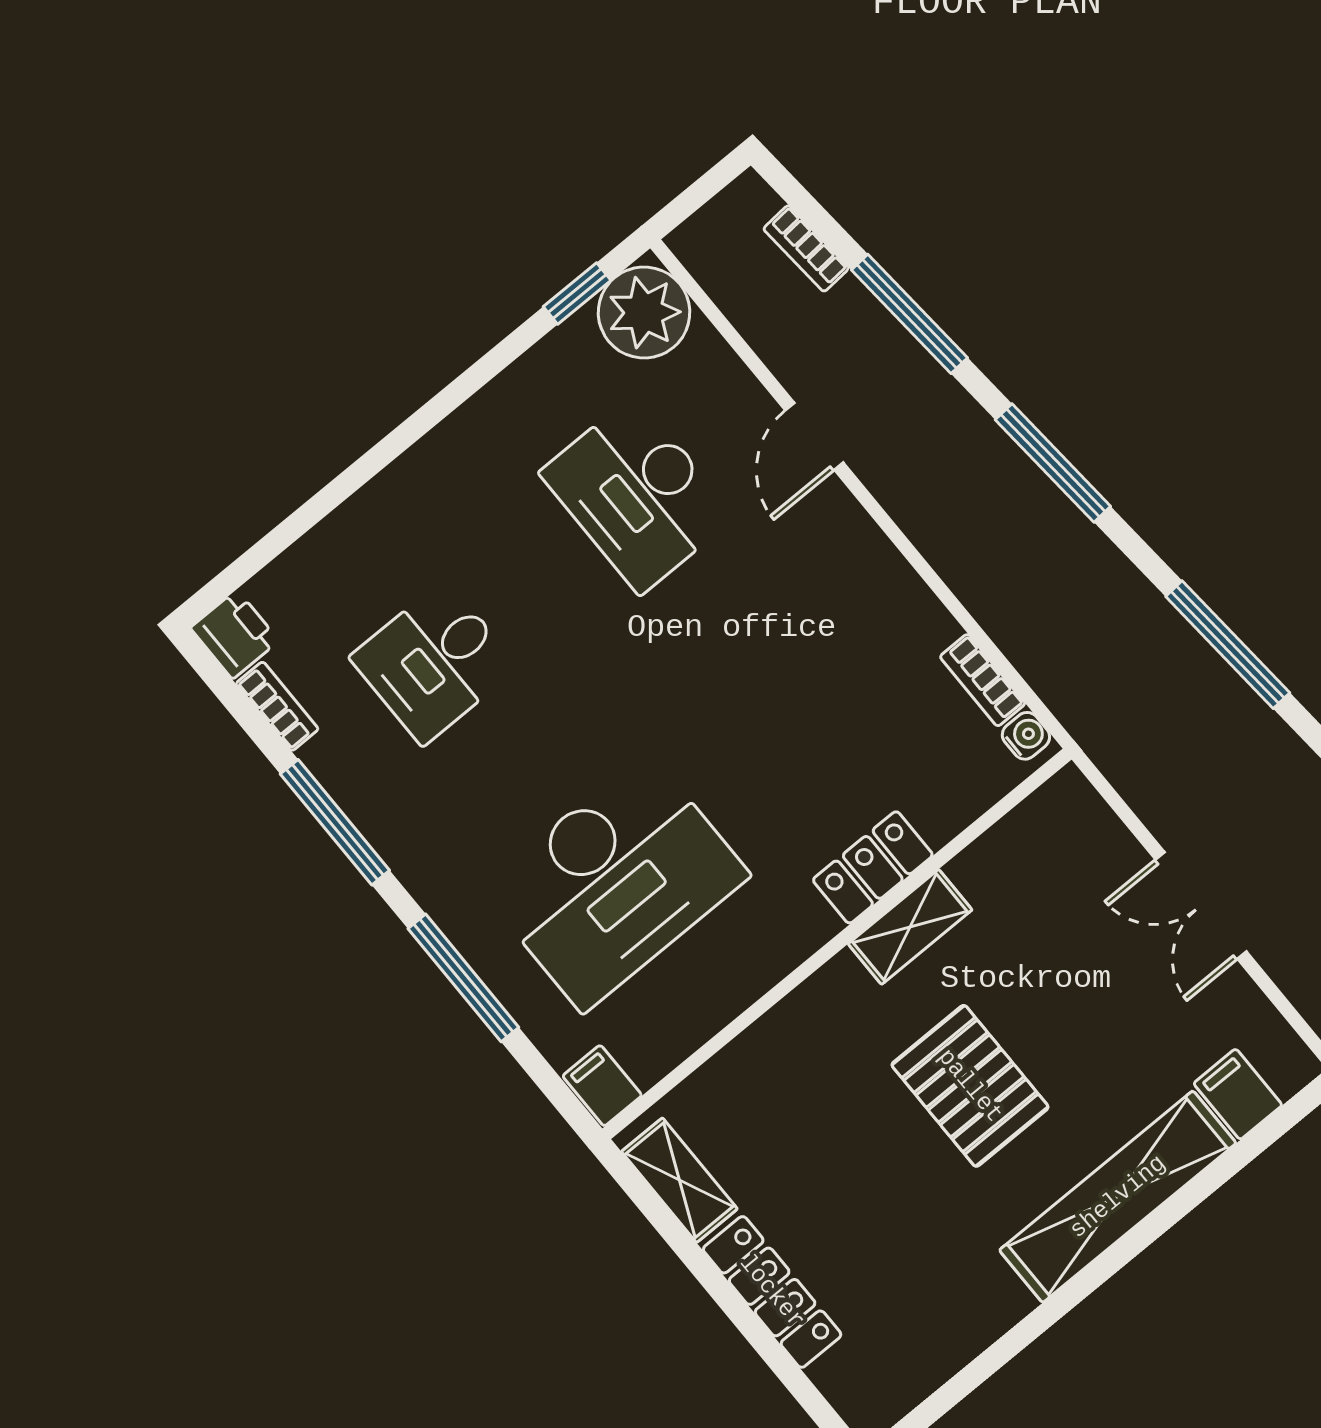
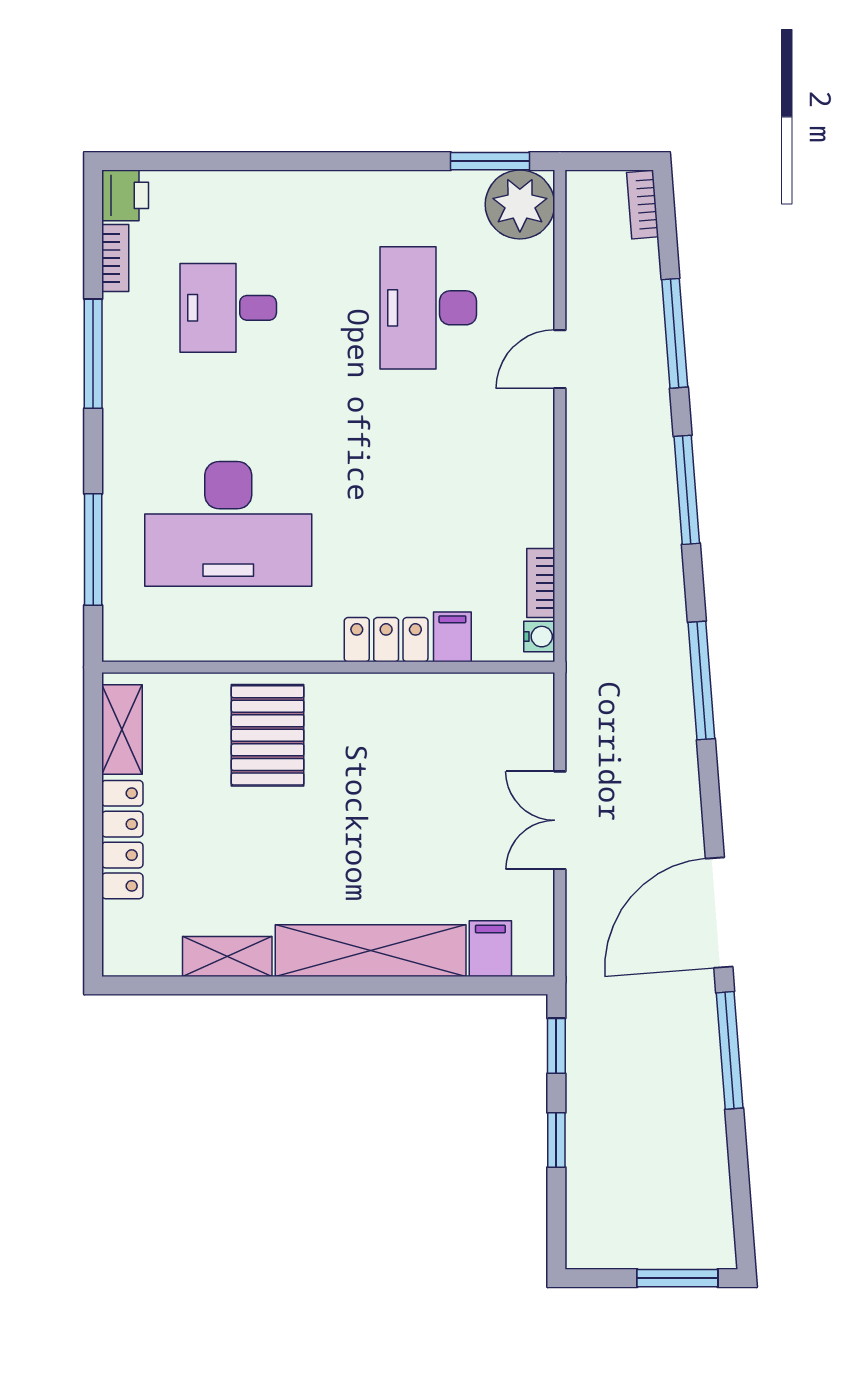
bookcase: (806, 248) -> (643, 205), moved
window: (577, 294) -> (490, 161), width x1.50
shelving: (910, 927) -> (227, 957), moved
window: (463, 978) -> (93, 549), moved
filing cabinet: (602, 1086) -> (452, 637), moved
pallet: (970, 1086) -> (268, 735), moved

